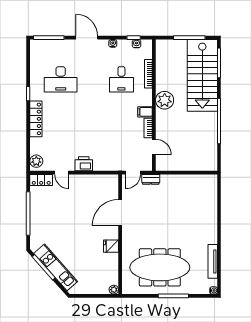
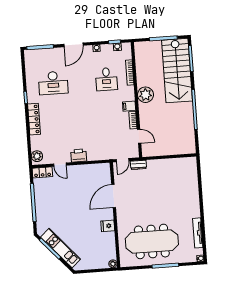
door: (87, 38) -> (73, 45), swing flipped

